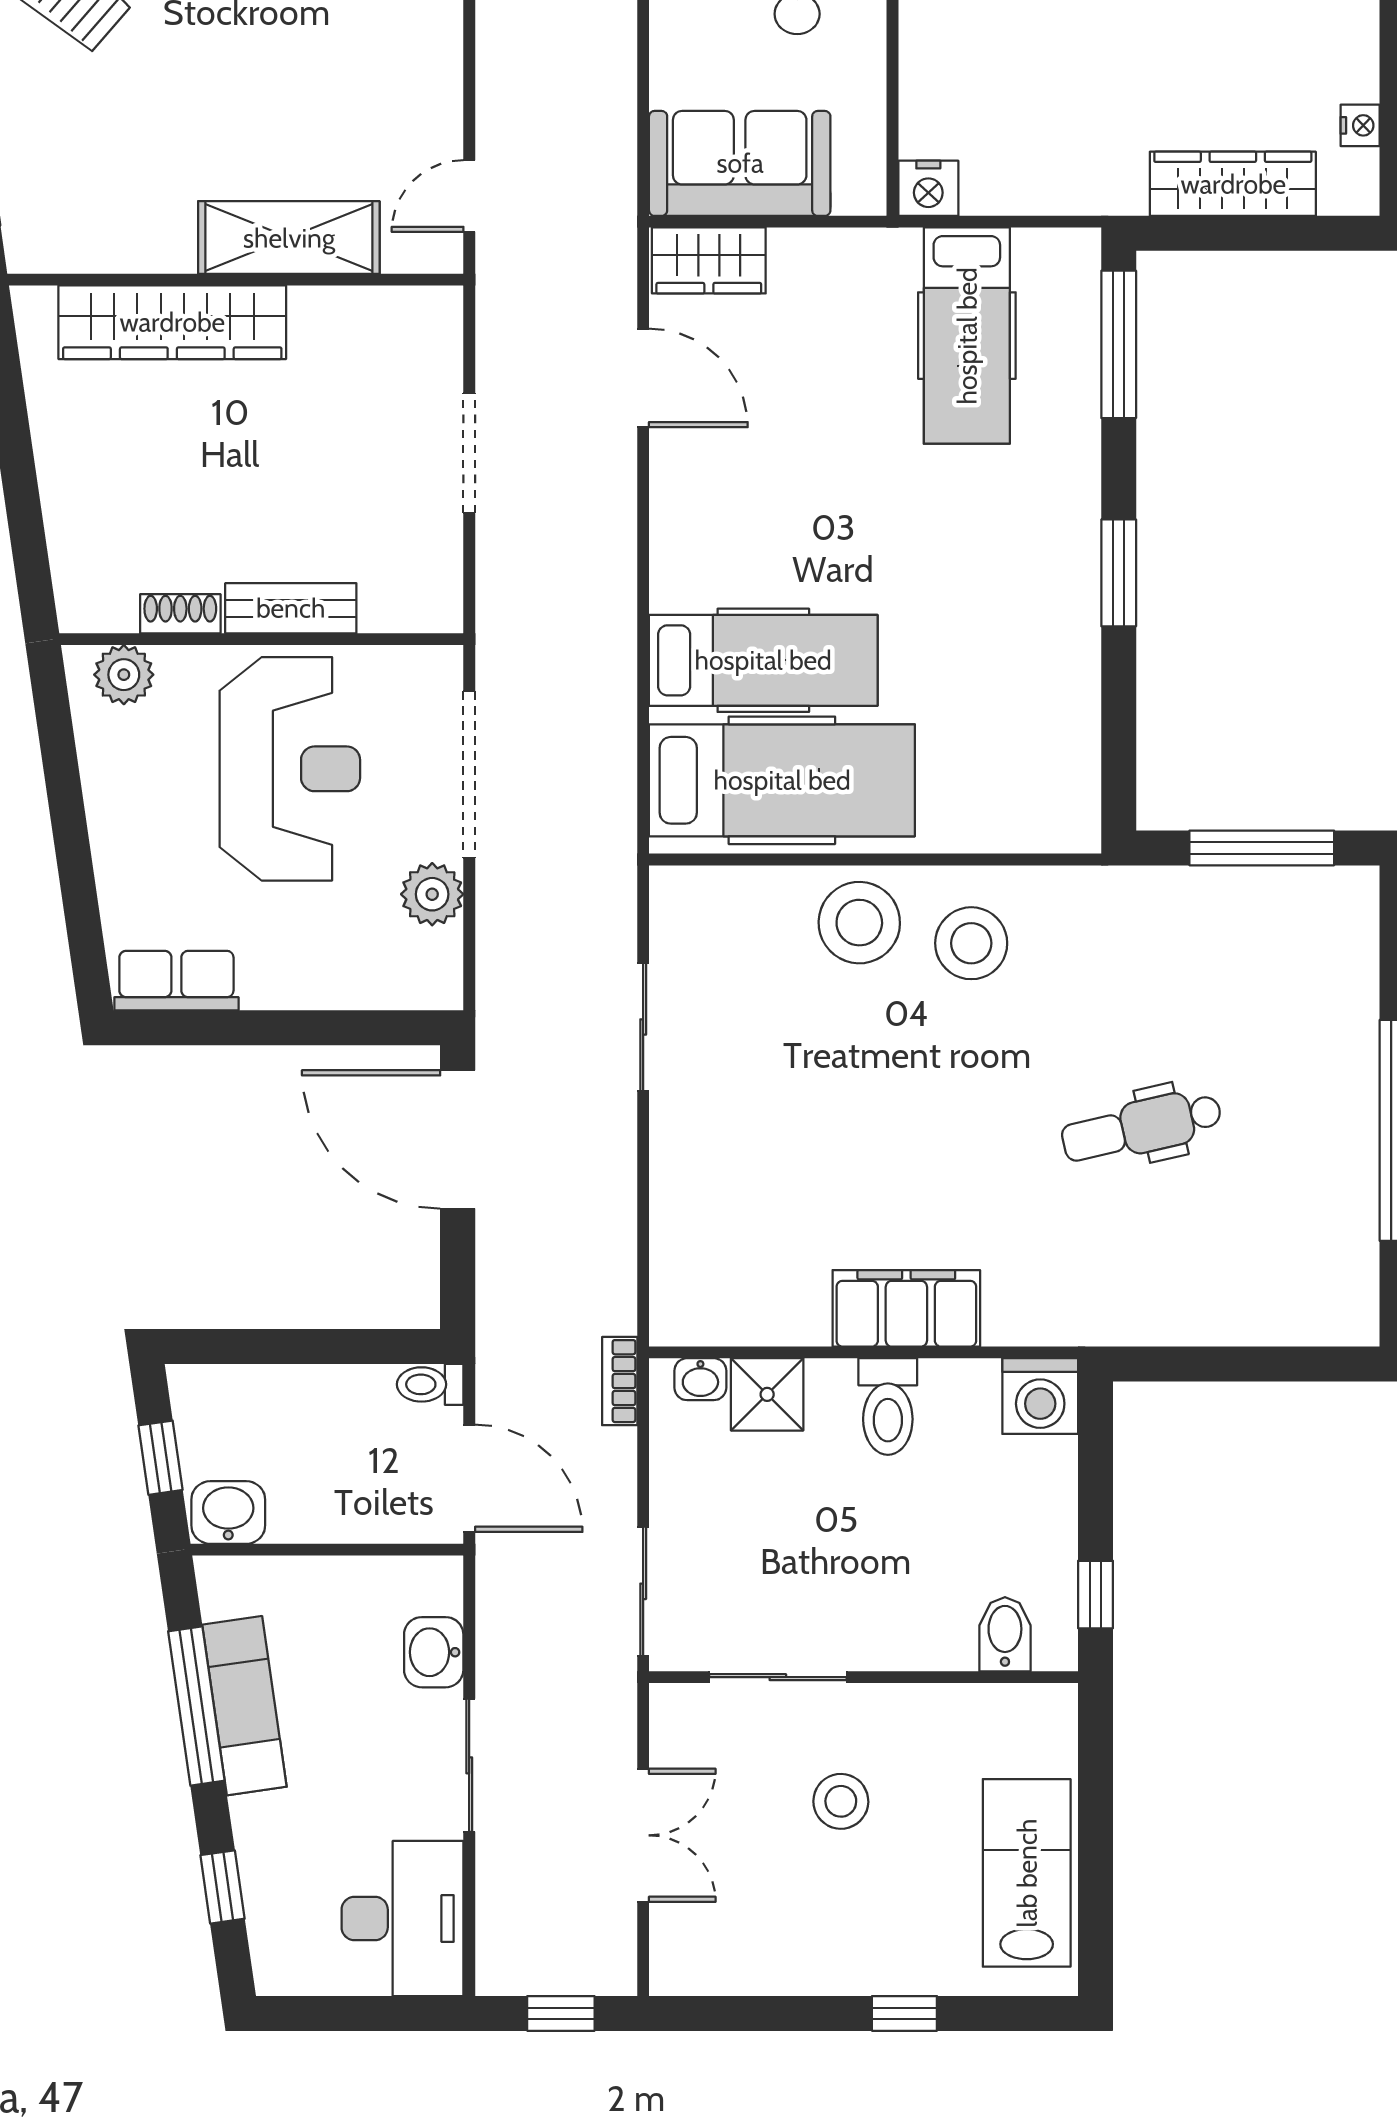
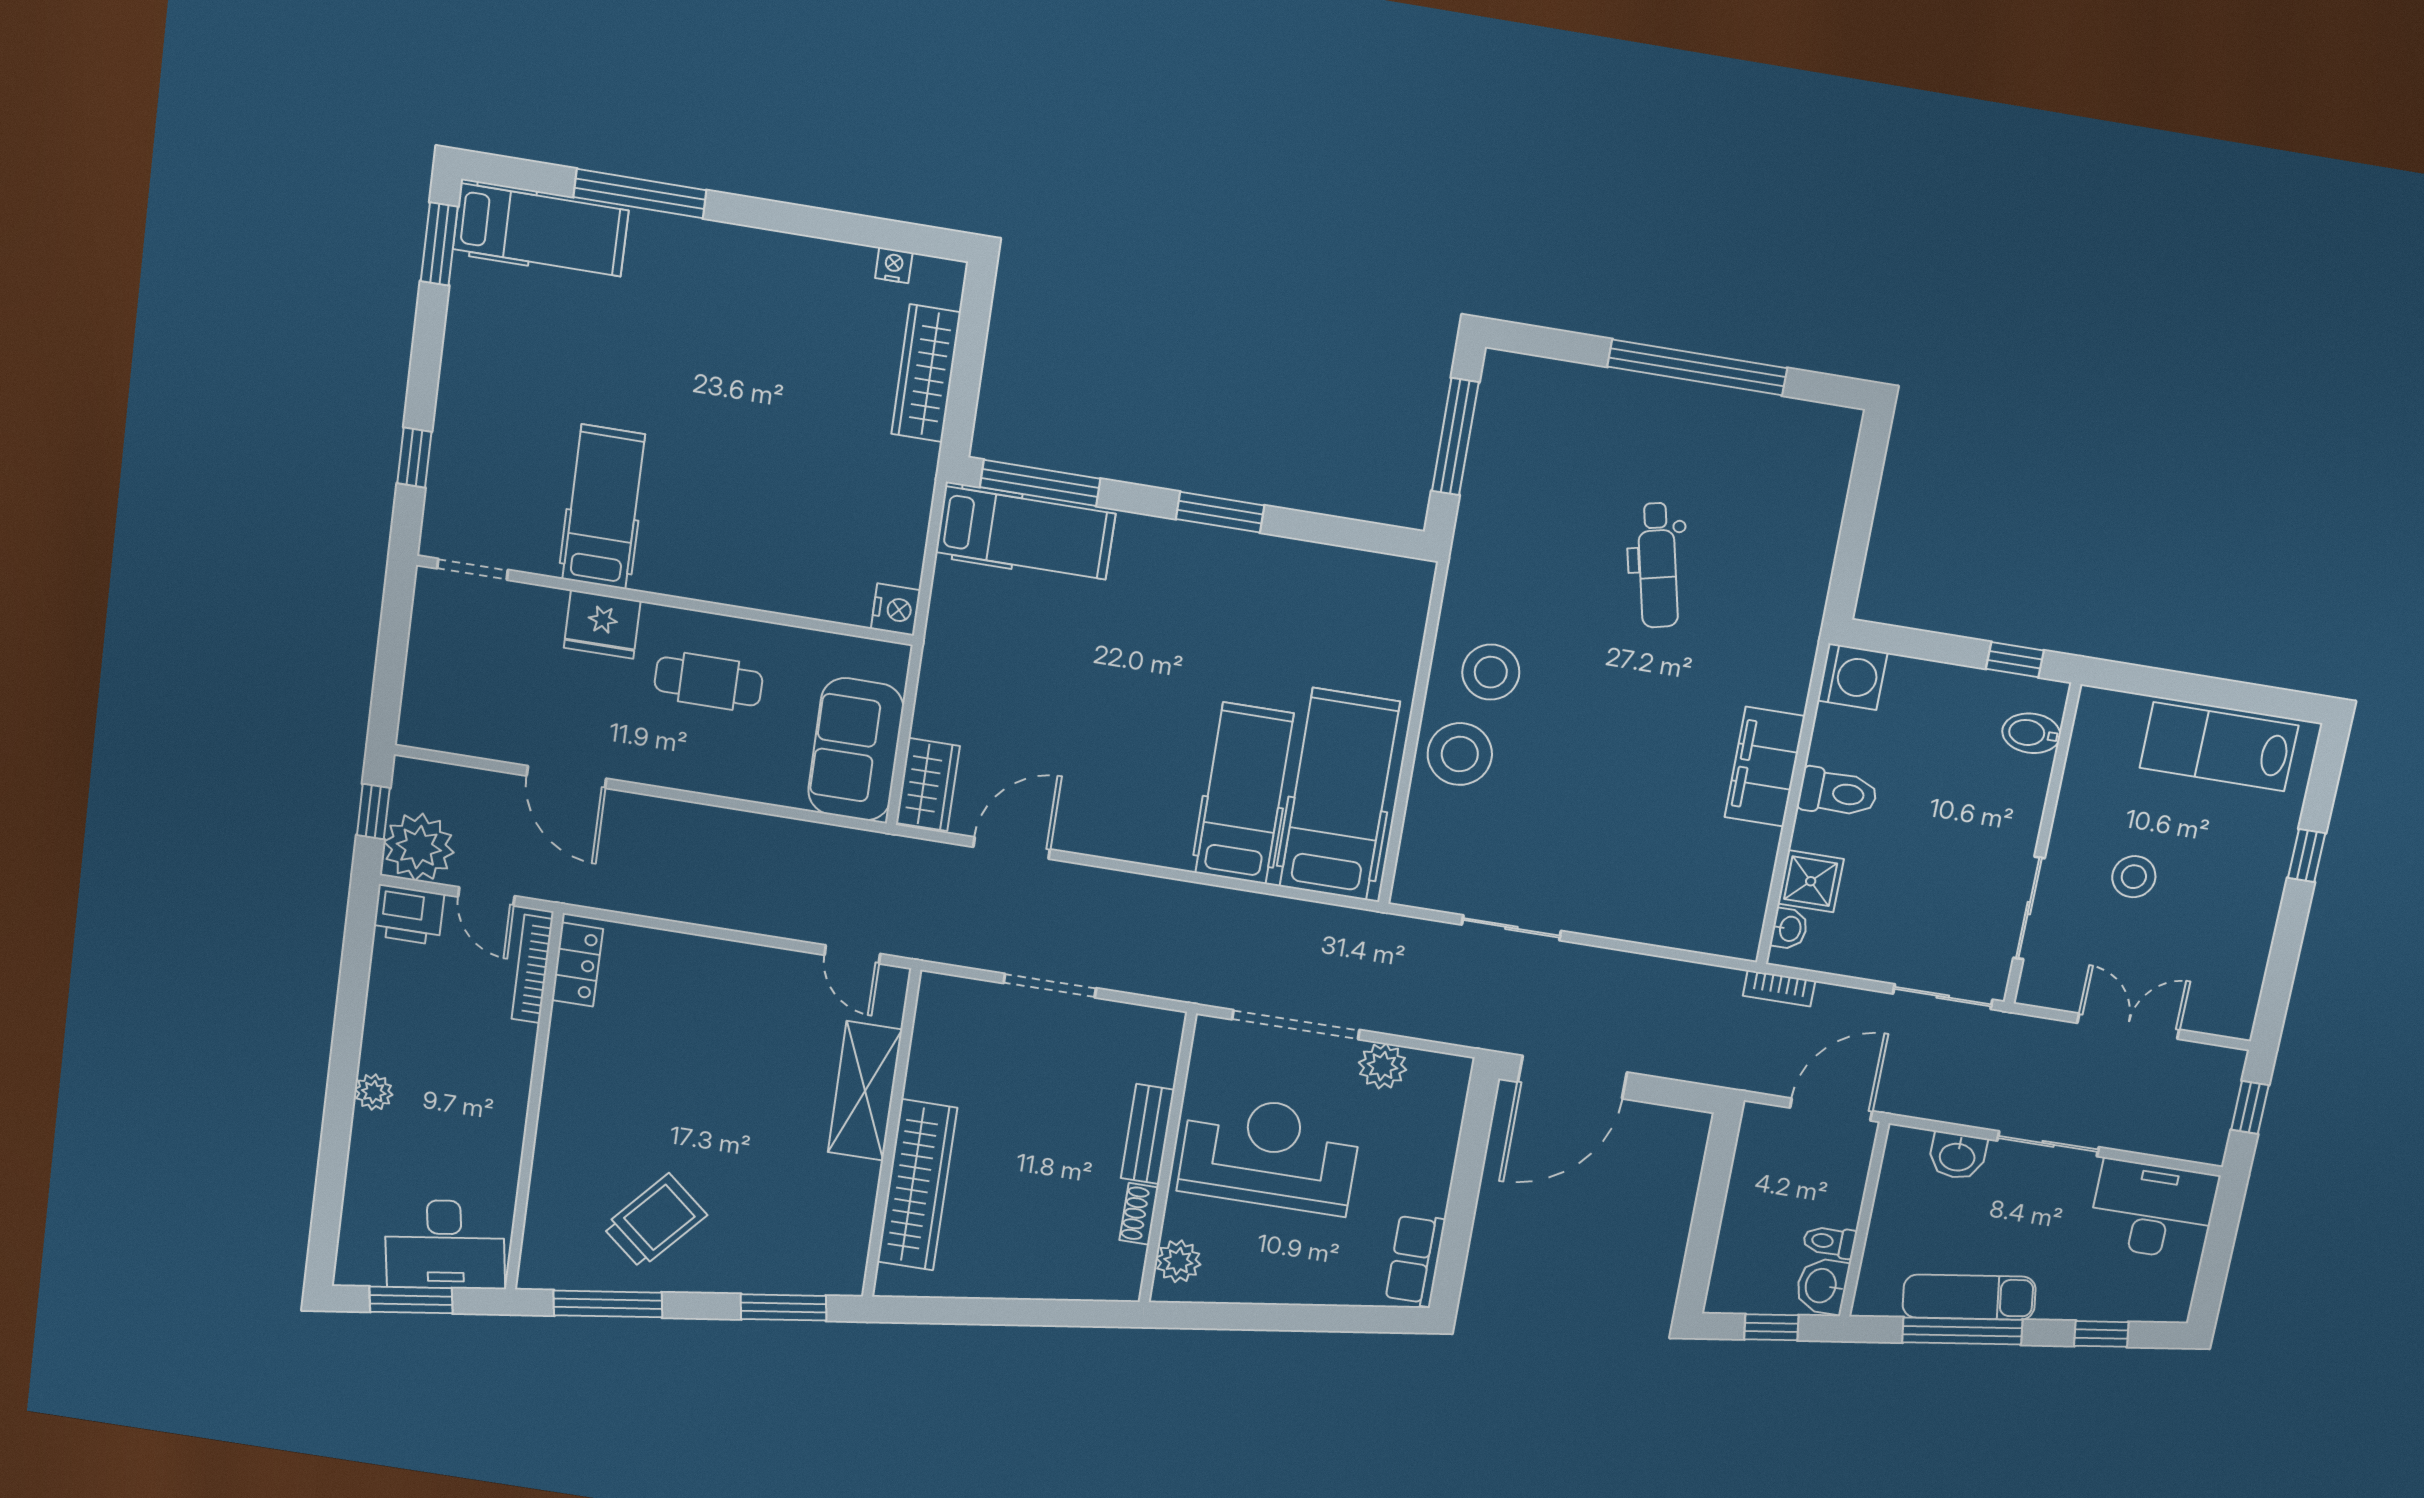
hospital bed: (967, 336) -> (1025, 533), moved
toilet: (430, 1384) -> (1829, 1242), moved, turned 90

